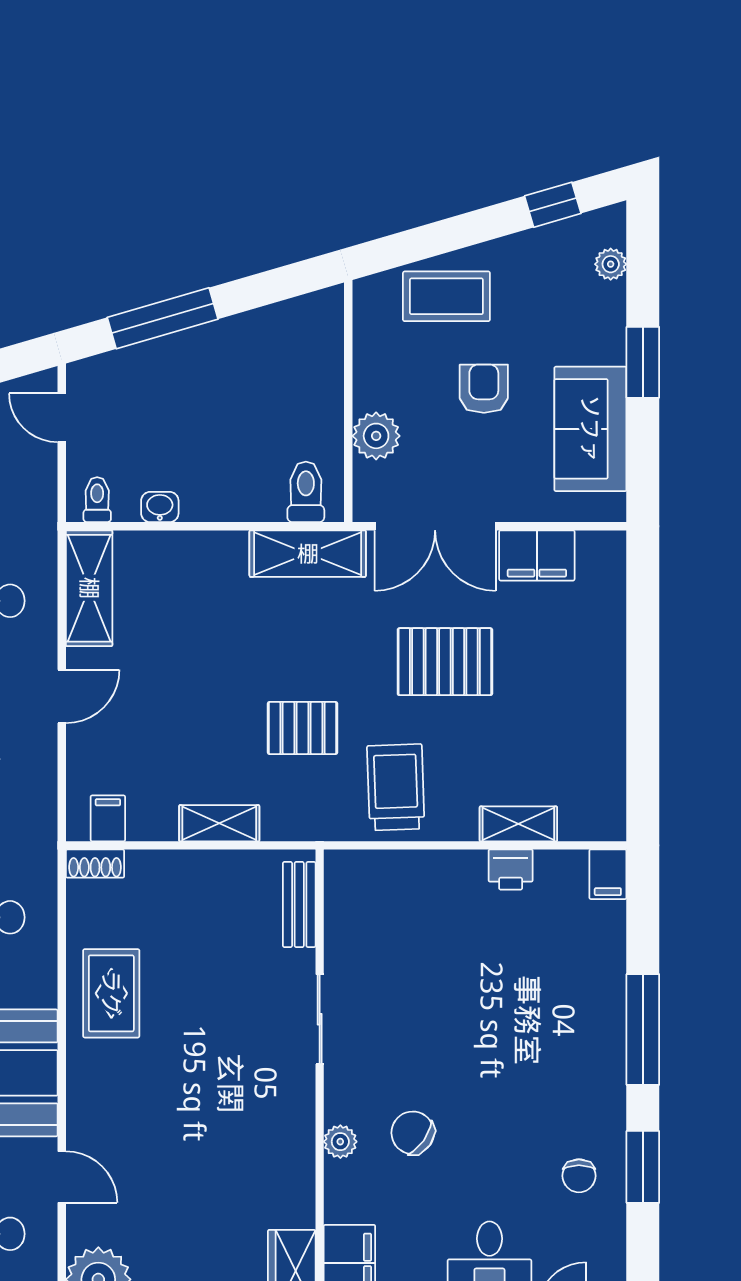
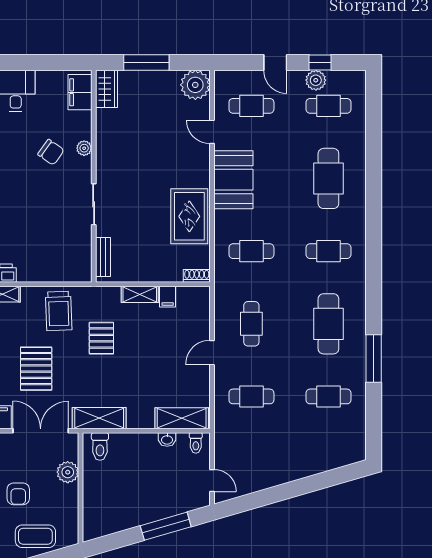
shelving: (89, 588) -> (182, 418), moved, turned 90
pallet: (445, 662) -> (36, 369), turned 90
pallet: (303, 728) -> (101, 338), turned 90
filing cabinet: (108, 818) -> (168, 297), moved
rug: (111, 993) -> (189, 216), width x1.36, depth x1.43

